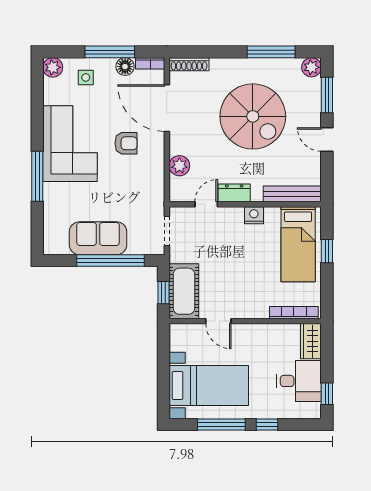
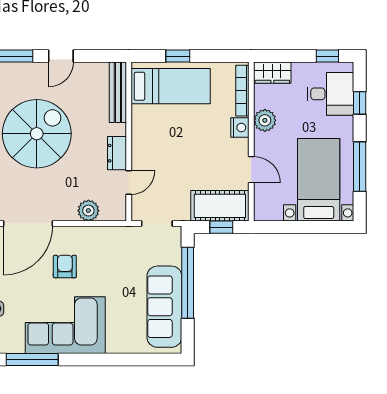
window: (37, 176) -> (32, 360), moved
door: (206, 204) -> (129, 182), swing flipped
nightstand: (254, 215) -> (240, 128), moved, turned 180
sofa: (98, 238) -> (164, 307), width x1.36
door: (218, 321) -> (251, 170), hinge flipped
plant: (265, 334) -> (265, 120), added
desk: (299, 381) -> (330, 94), moved, turned 90
window: (267, 425) -> (360, 103), moved

